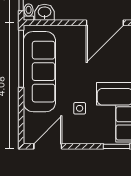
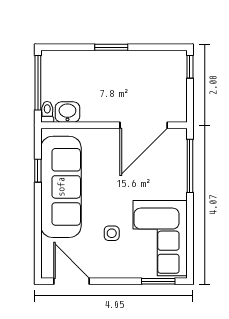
window: (21, 59) -> (38, 171), width x0.32
door: (48, 146) -> (71, 281), hinge flipped

